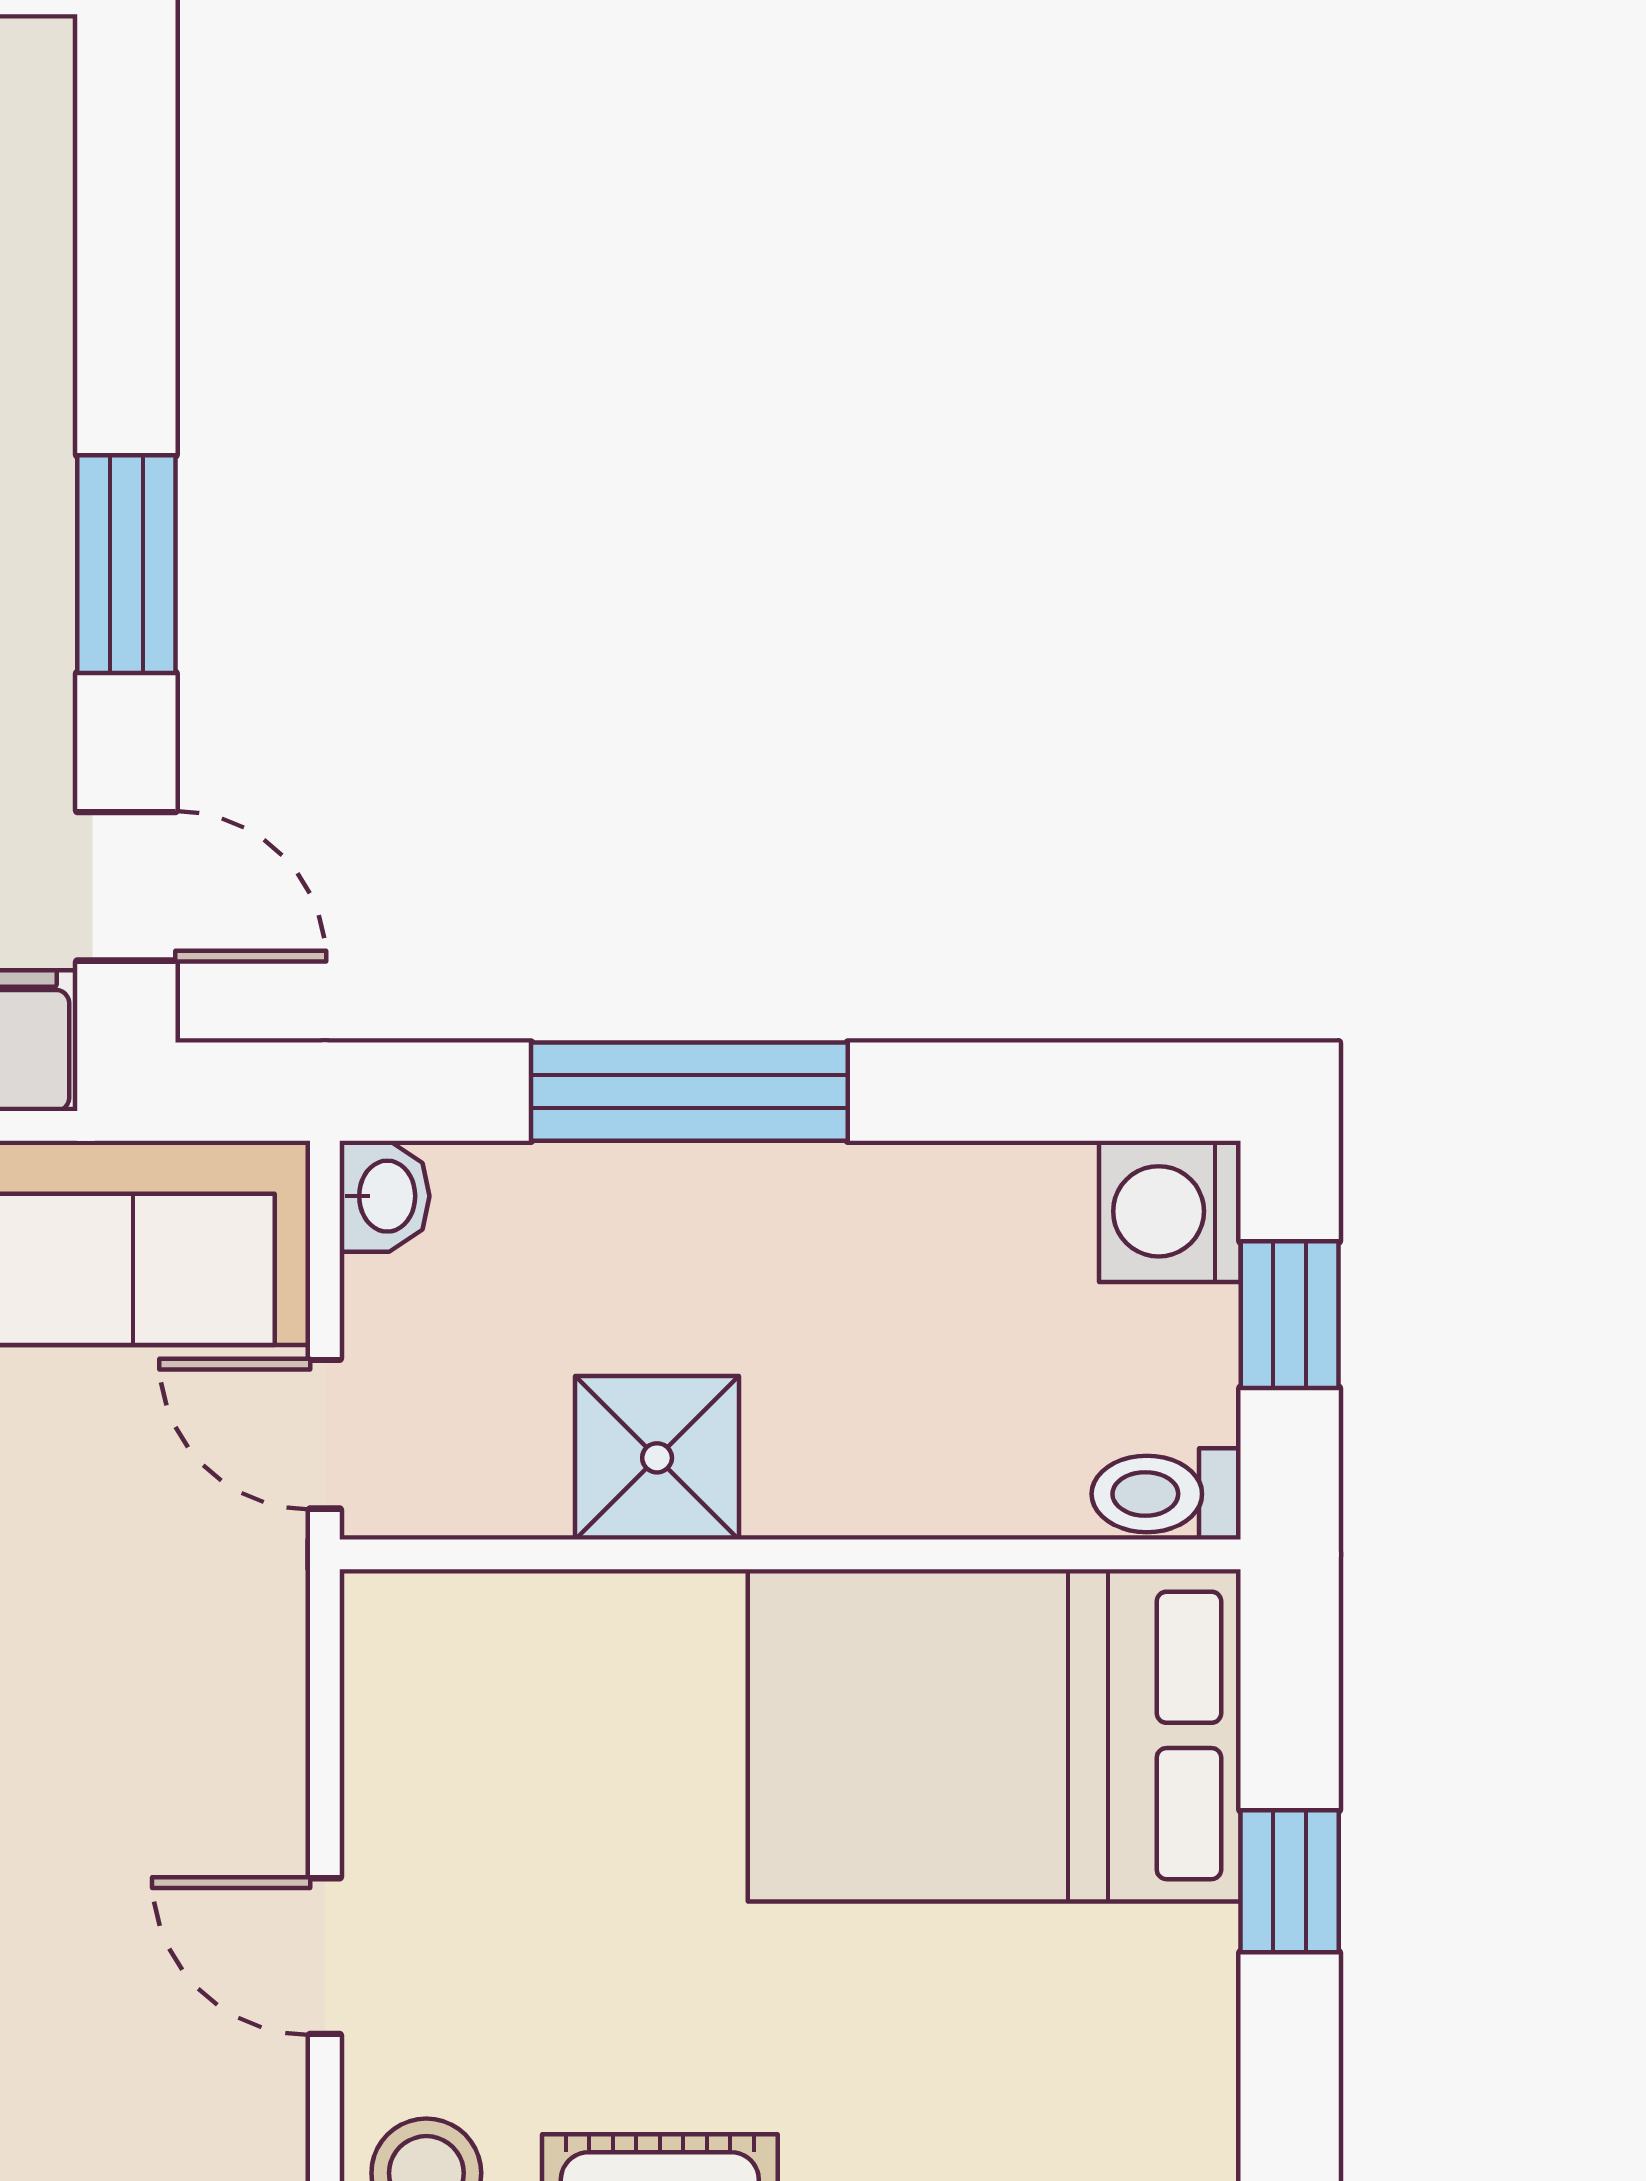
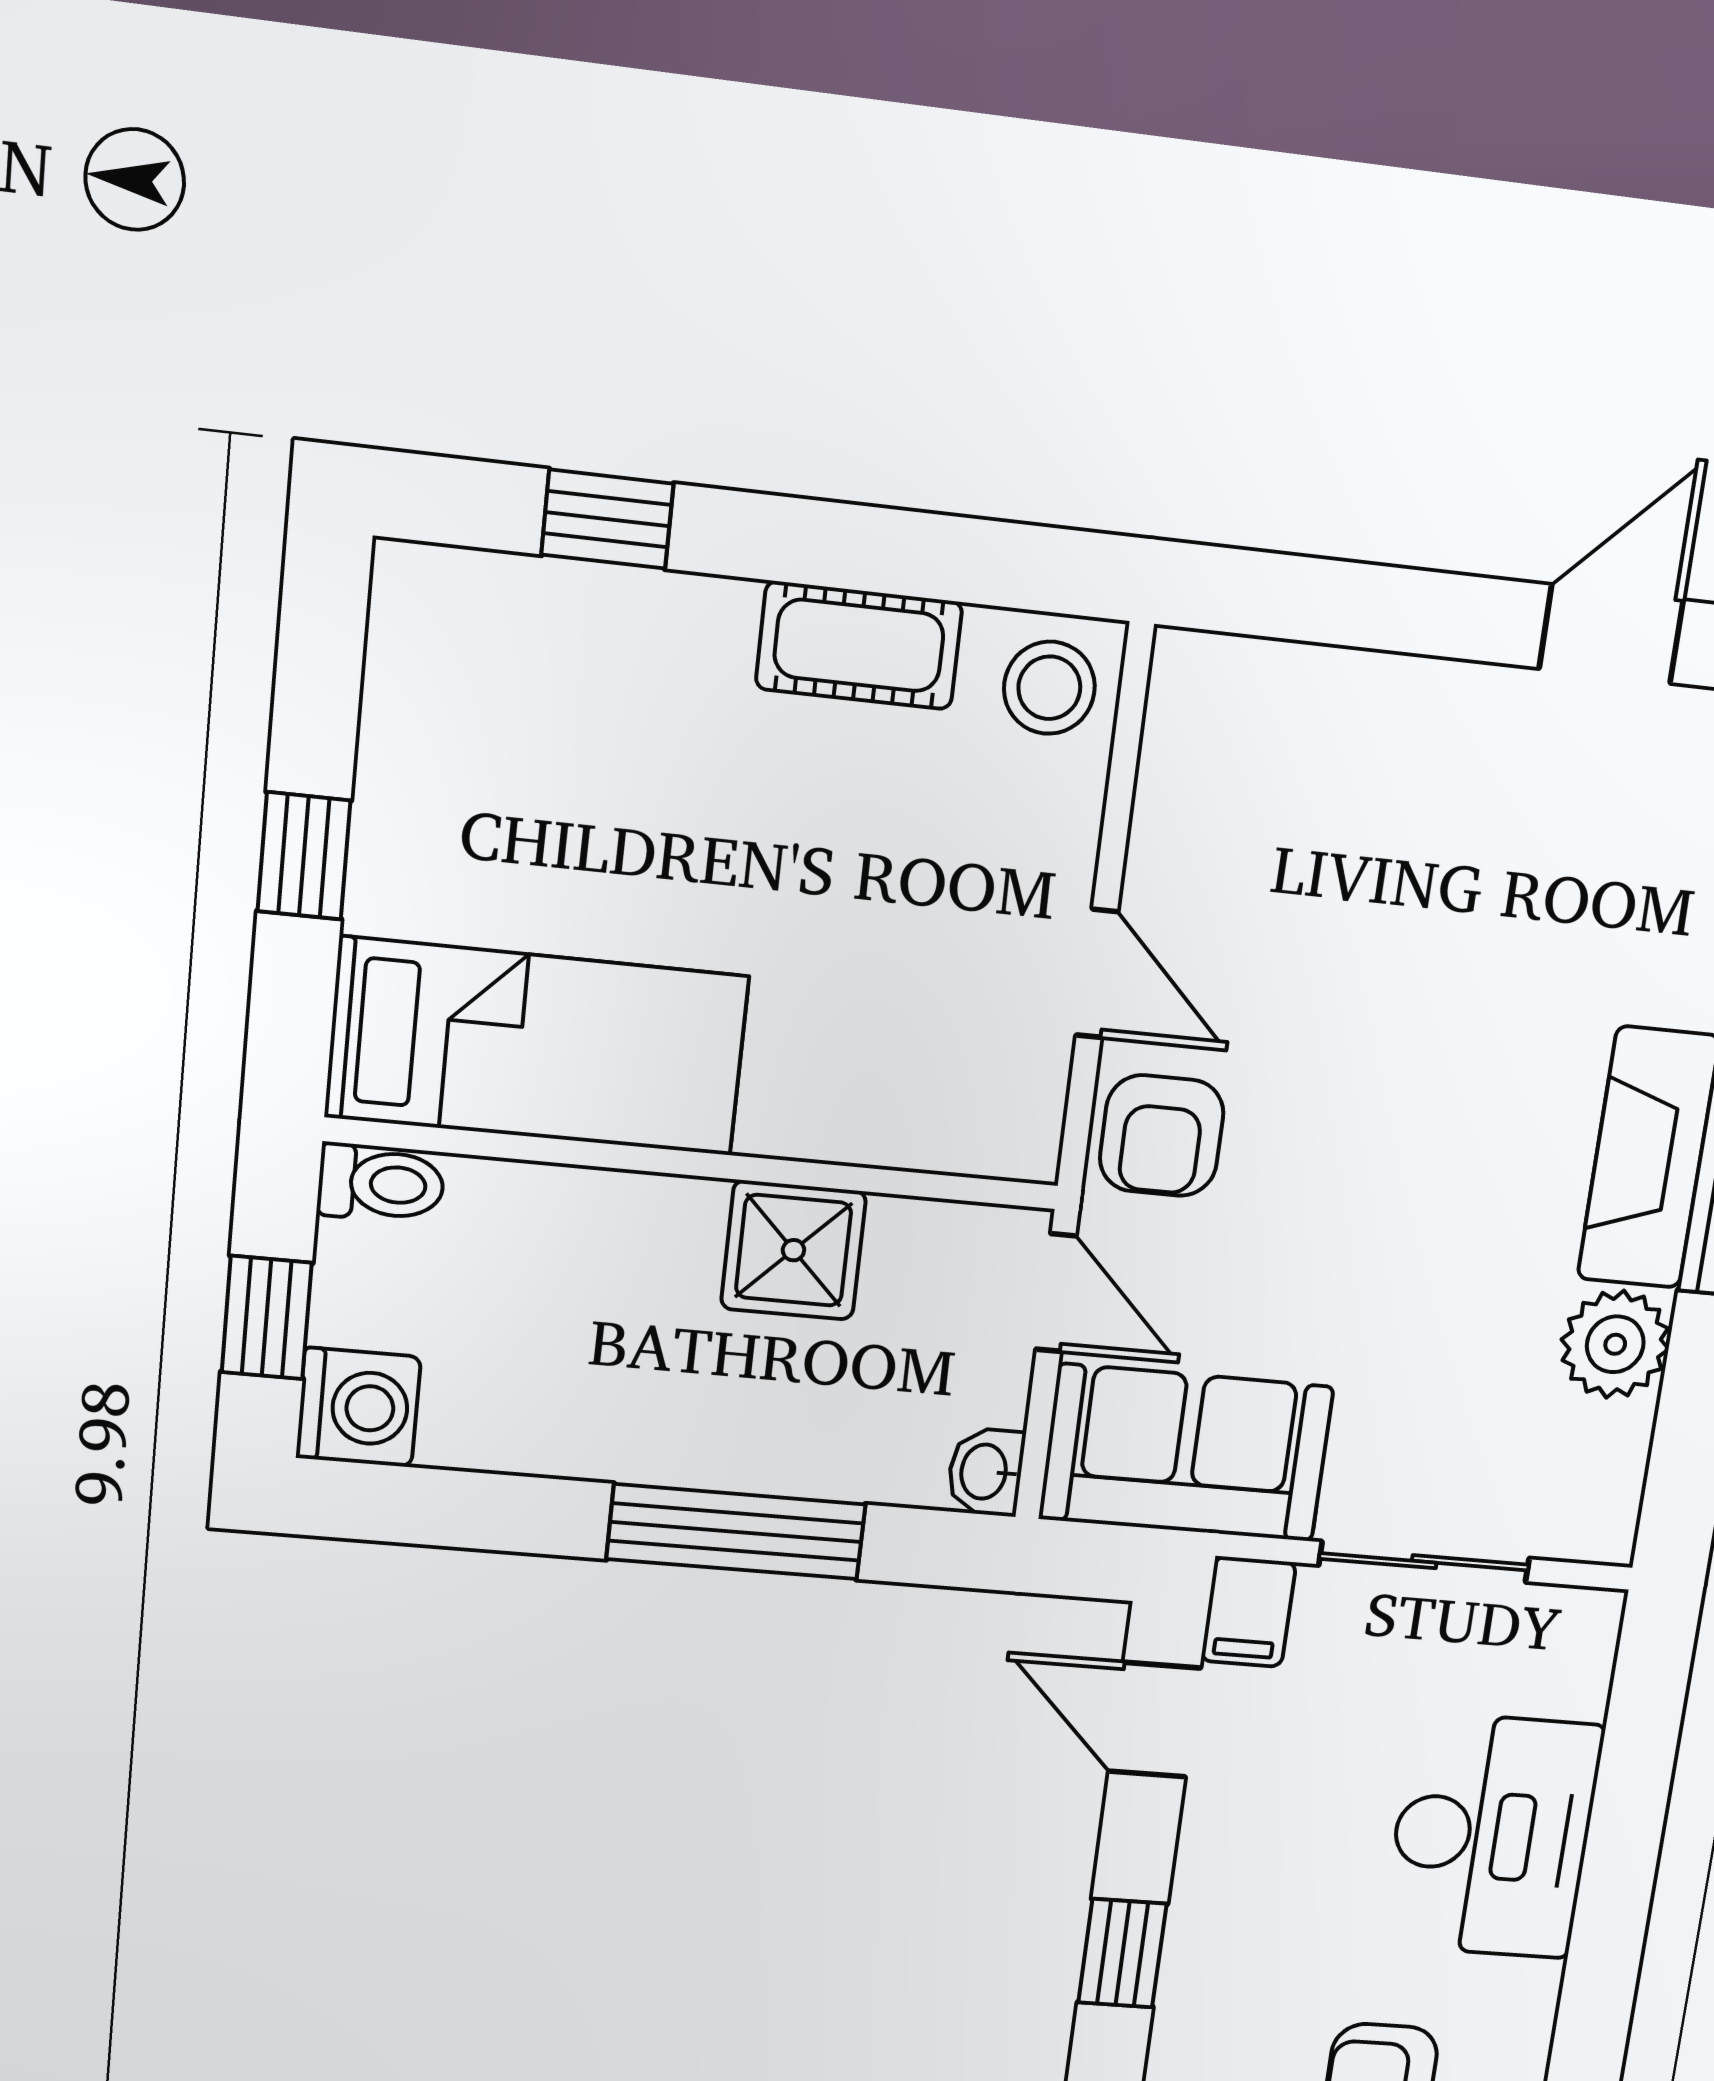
window: (126, 564) -> (1122, 1953), width x0.67
armchair: (218, 1644) -> (1162, 1136), added
bed: (994, 1735) -> (537, 1047), width x0.67
door: (325, 1956) -> (1097, 973), moved

